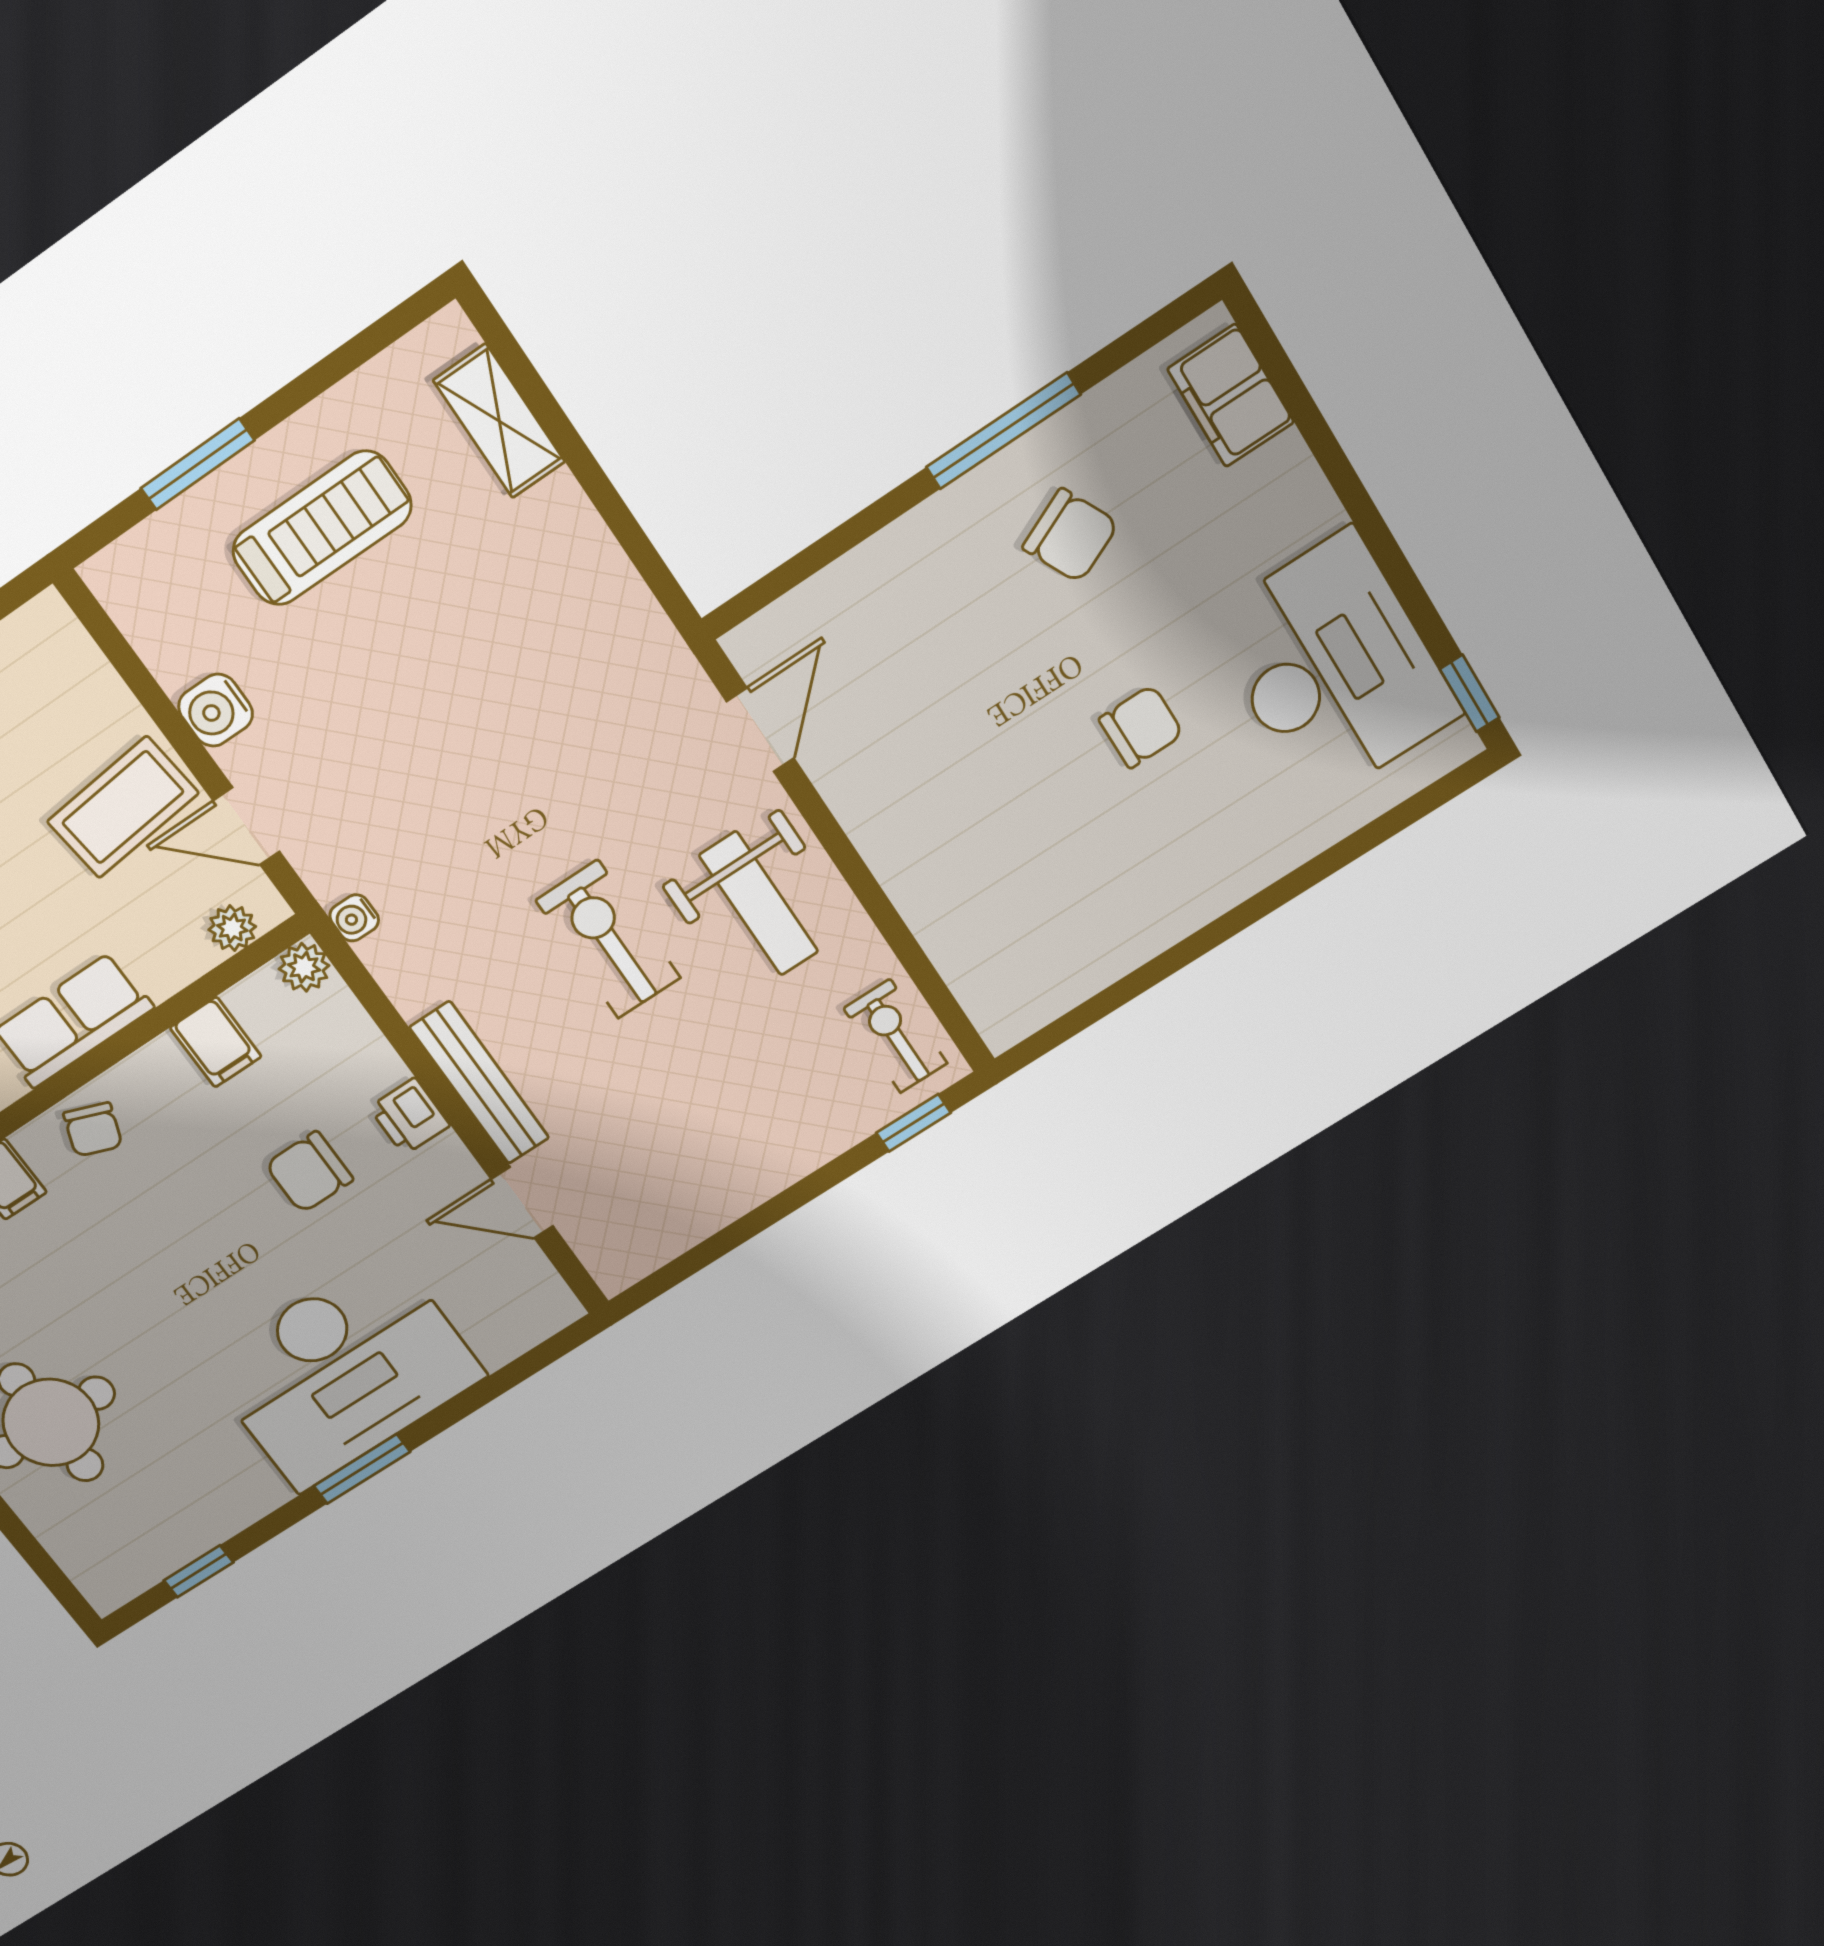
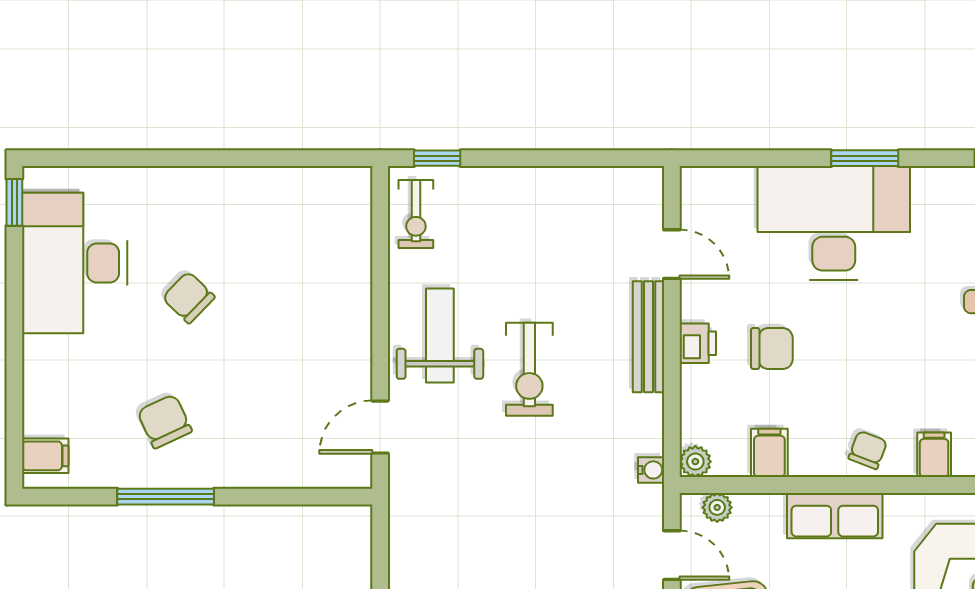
filing cabinet: (1231, 396) -> (45, 456), width x0.50
chair: (1141, 727) -> (189, 297), turned 44

